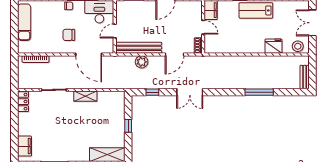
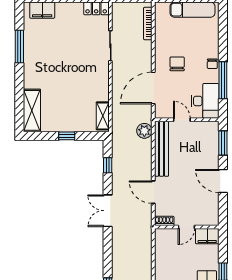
plant: (142, 62) -> (144, 131), moved
shelving: (85, 96) -> (103, 116), moved

